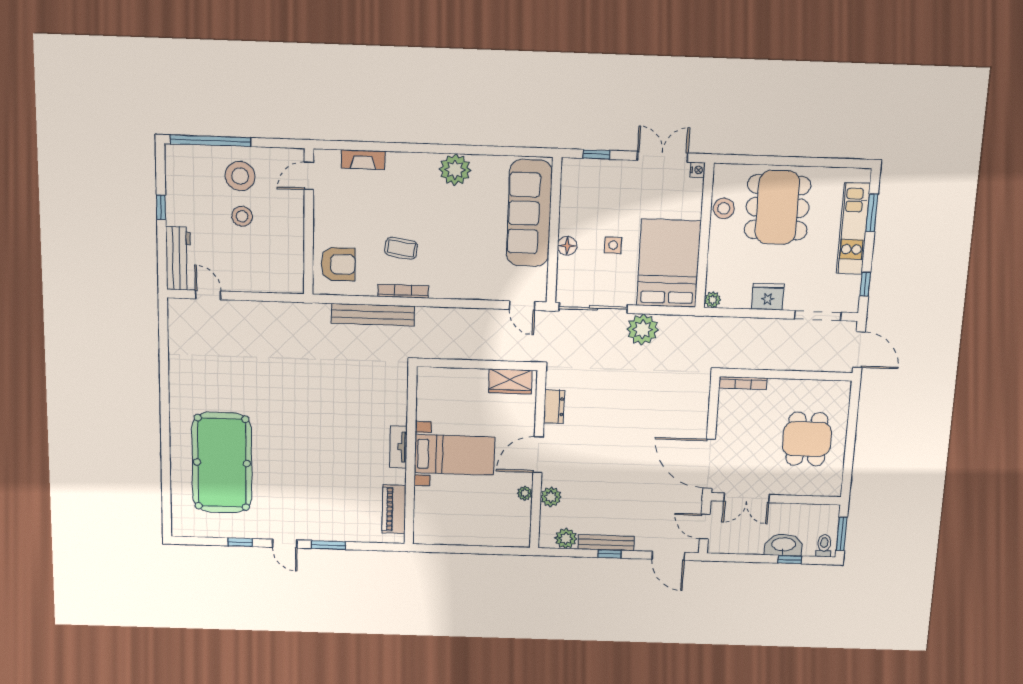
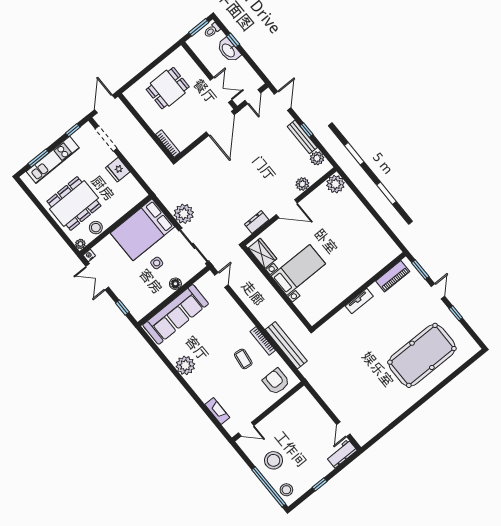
stool: (242, 216) -> (286, 490), moved
workbench: (178, 258) -> (342, 454), width x0.73
plant: (713, 300) -> (80, 244), moved
tv unit: (398, 447) -> (359, 301), moved
bed with nightstands: (454, 455) -> (298, 270), moved, turned 90
wall: (411, 456) -> (359, 291), moved
plant: (525, 493) -> (335, 184), moved, width x1.88, depth x1.88
piano: (394, 509) -> (393, 276), moved

